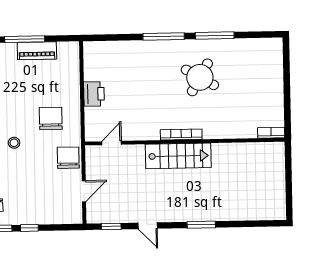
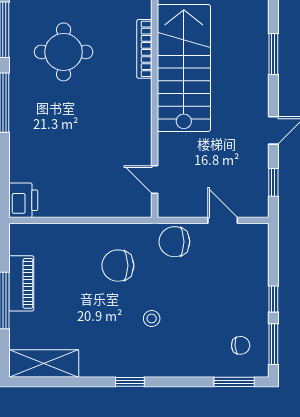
round table: (200, 77) -> (64, 52), turned -30
printer: (94, 94) -> (23, 200), moved, turned 90
bookcase: (181, 134) -> (144, 49), moved
stairs: (178, 156) -> (184, 68), width x1.36, depth x1.51

